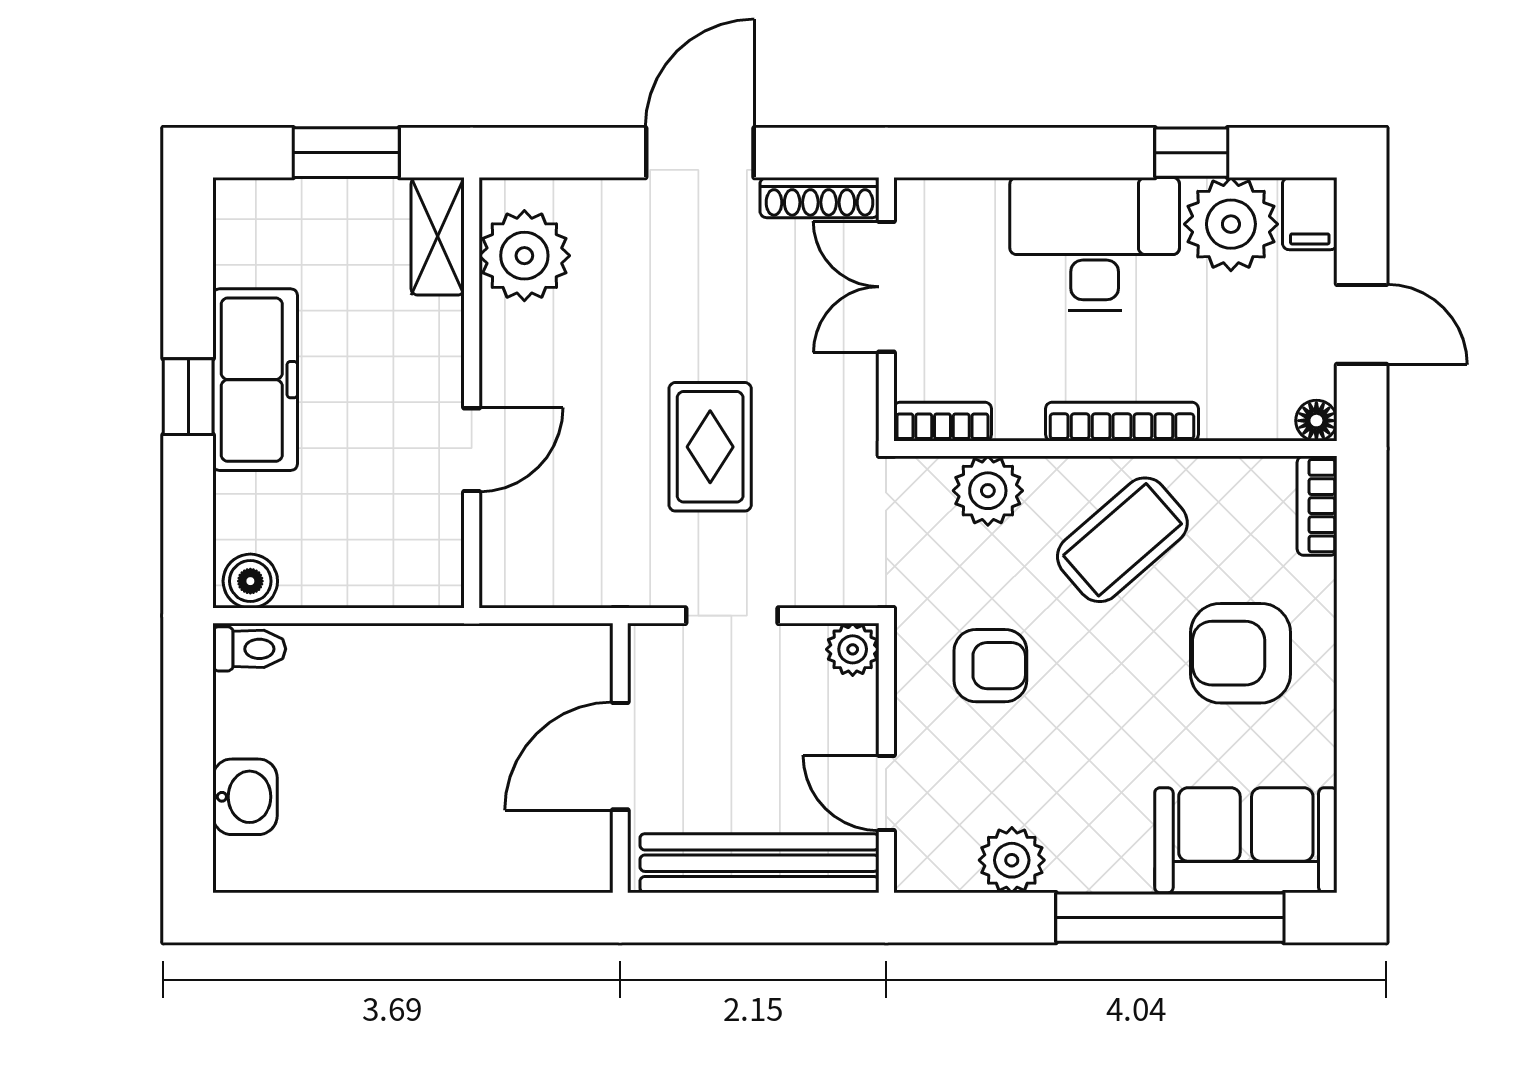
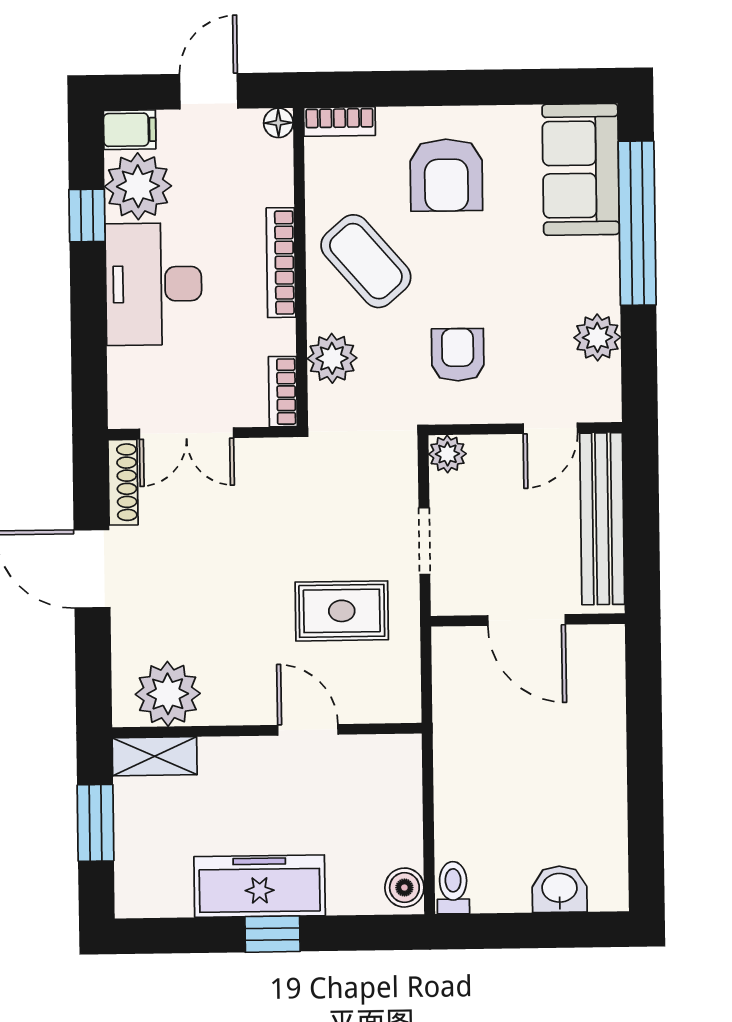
rug: (710, 447) -> (342, 611), moved

